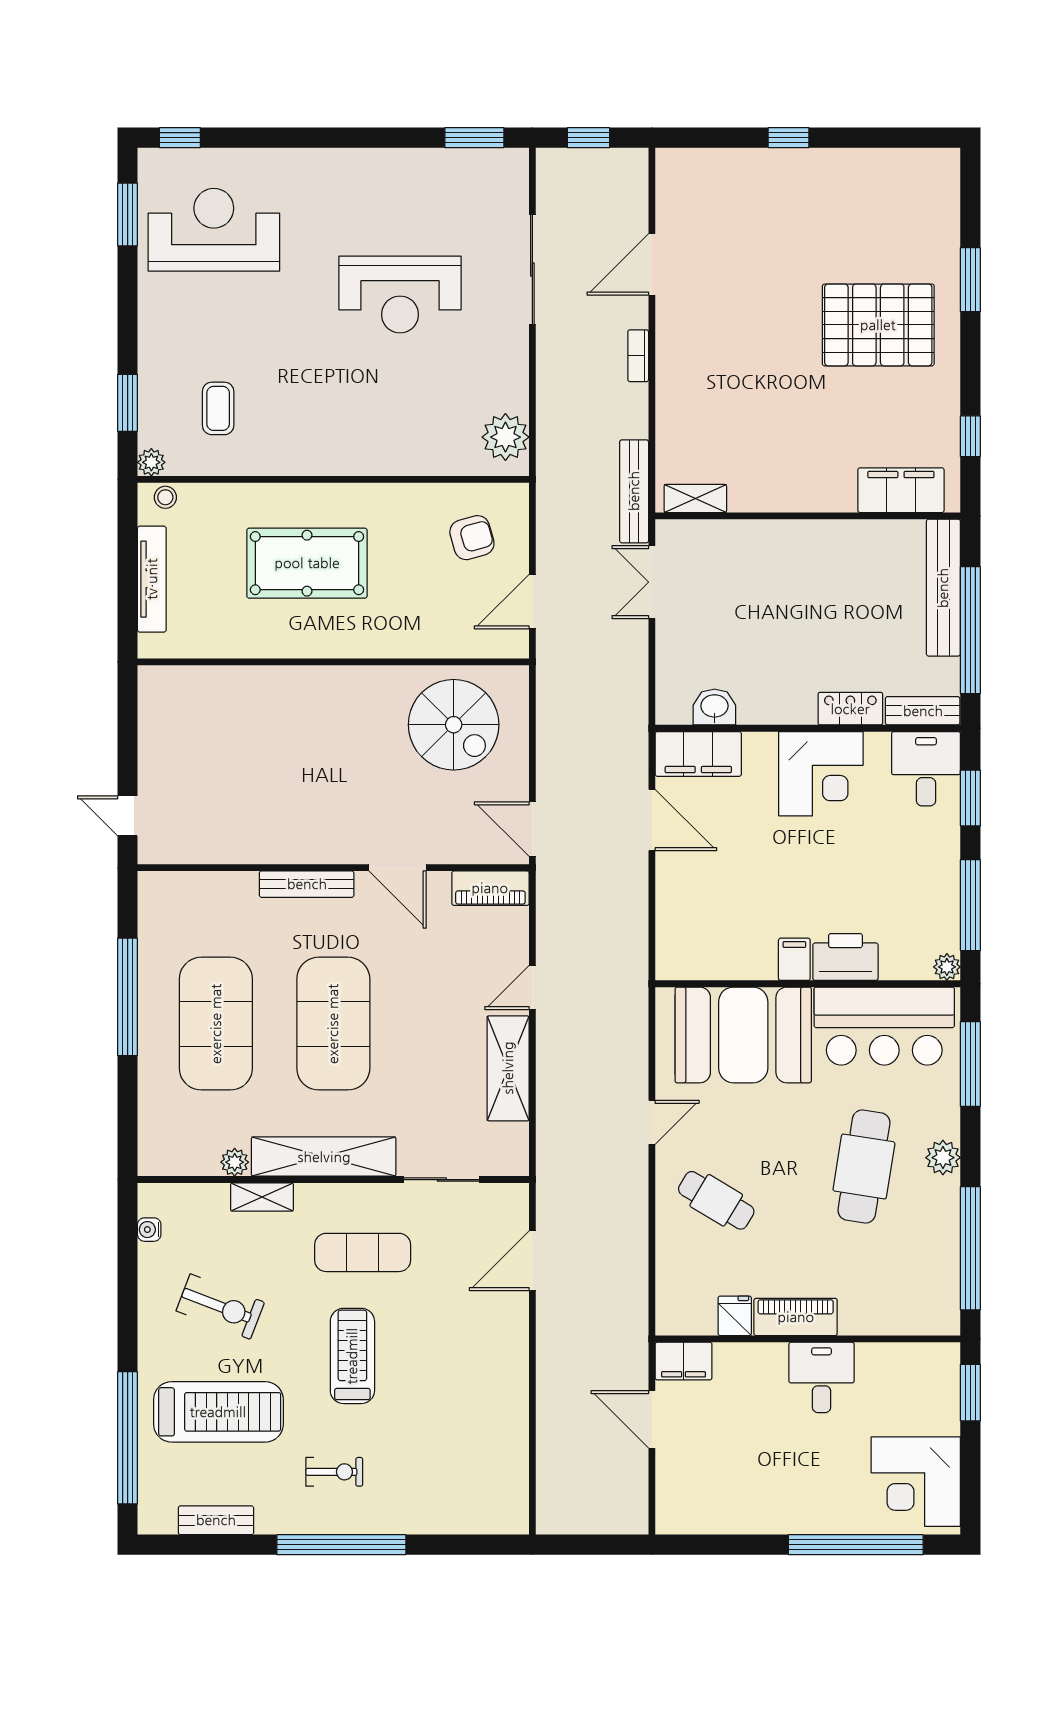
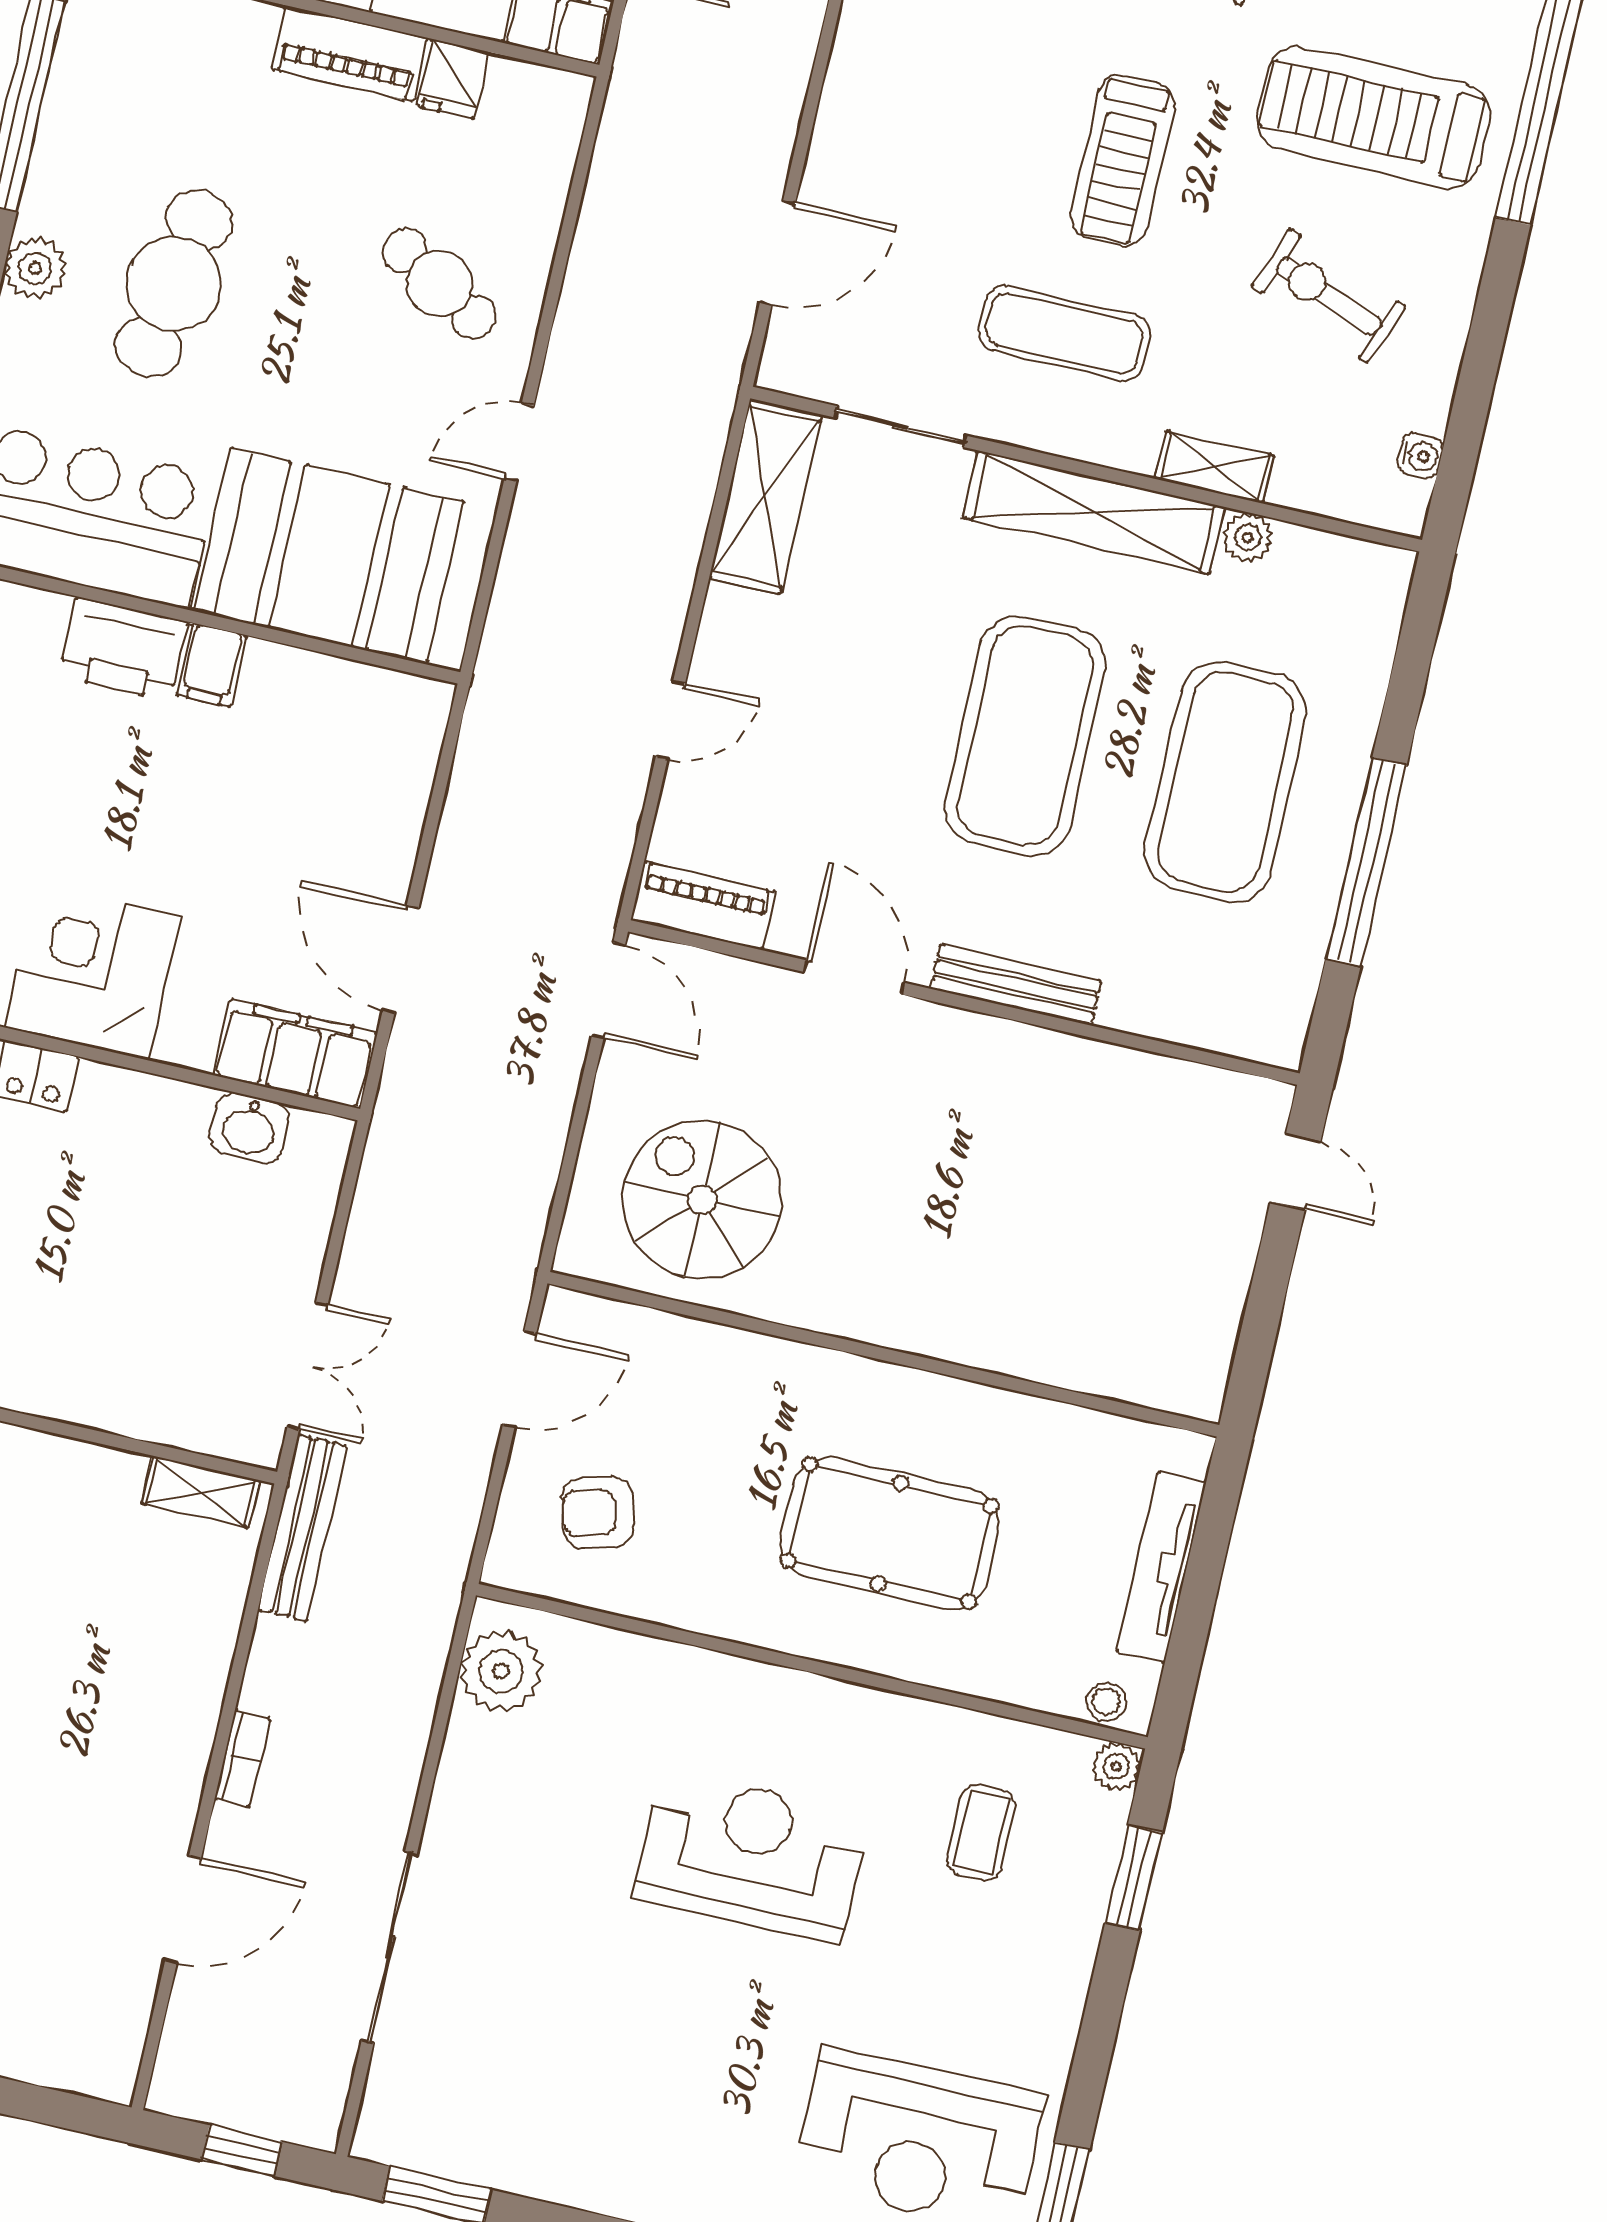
reception desk: (400, 295) -> (751, 1856), moved
shelving: (508, 1068) -> (765, 496), moved

